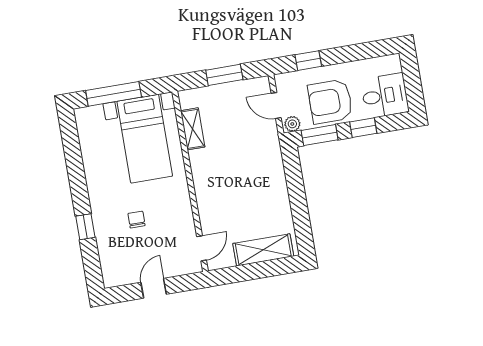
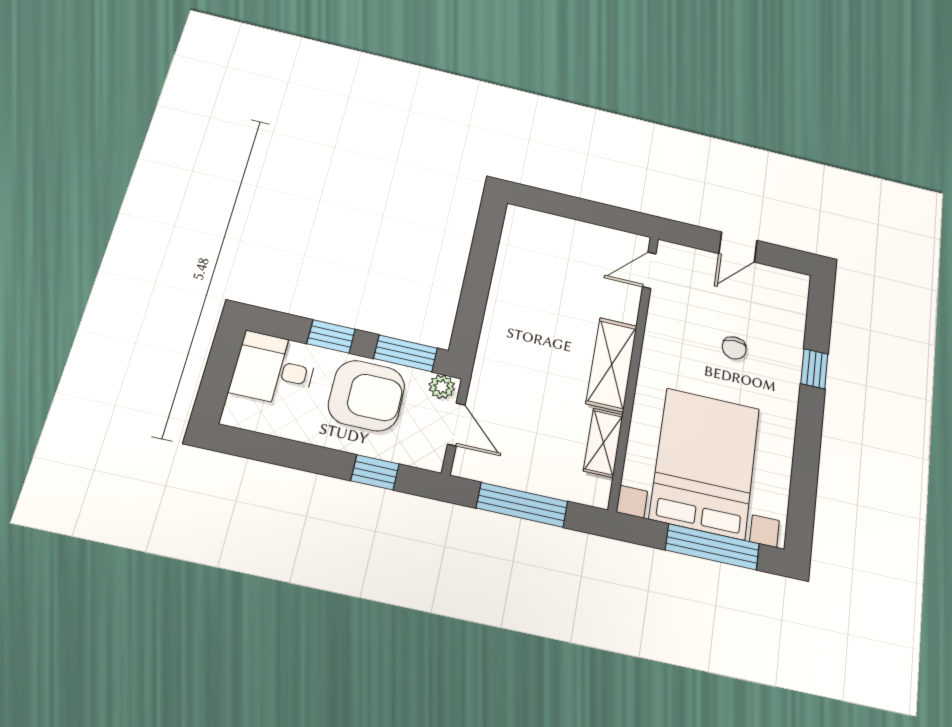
window: (224, 75) -> (522, 505), width x1.44
bed with nightstands: (145, 139) -> (705, 463), width x1.36
shelving: (263, 250) -> (612, 364), moved, turned 90

